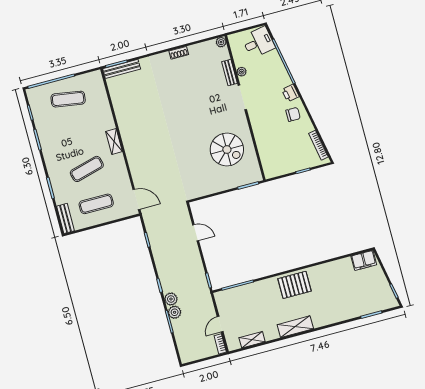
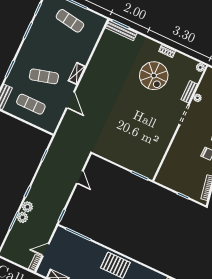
spiral stairs: (227, 150) -> (154, 76), moved
door: (136, 199) -> (70, 100), moved

